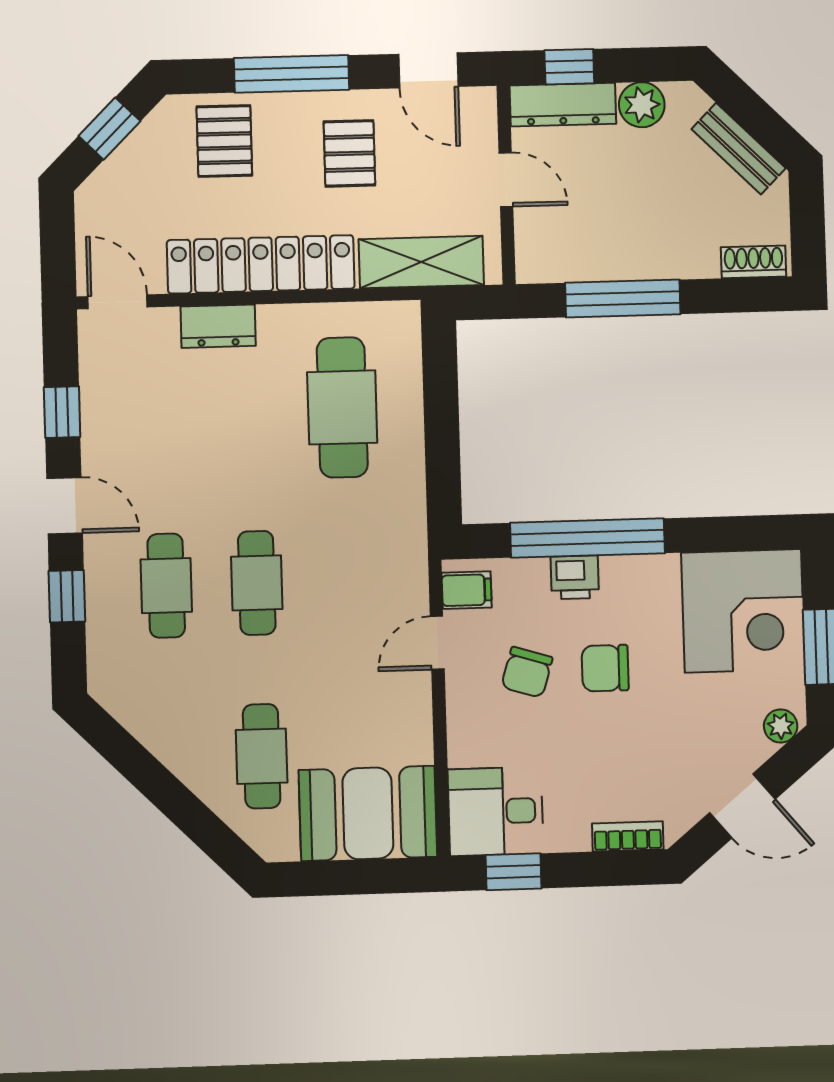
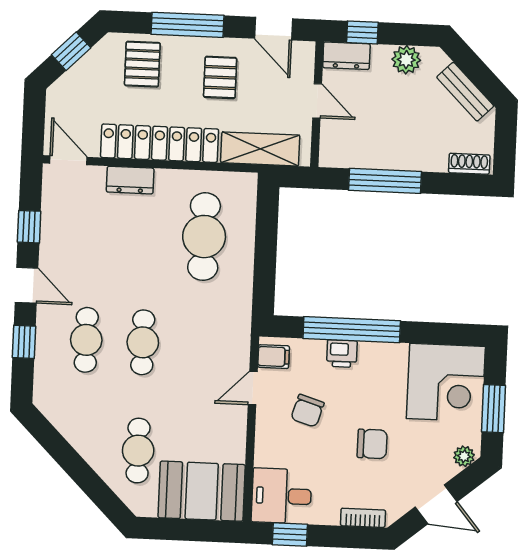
dresser: (563, 105) -> (346, 56), width x0.70
chair: (605, 668) -> (372, 444), moved, turned 180

